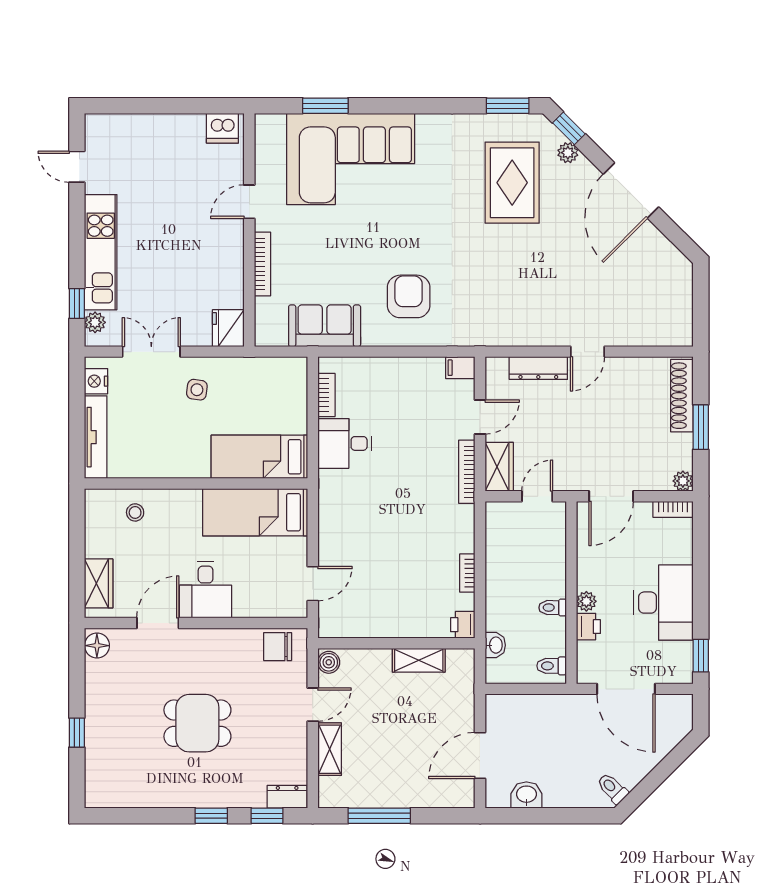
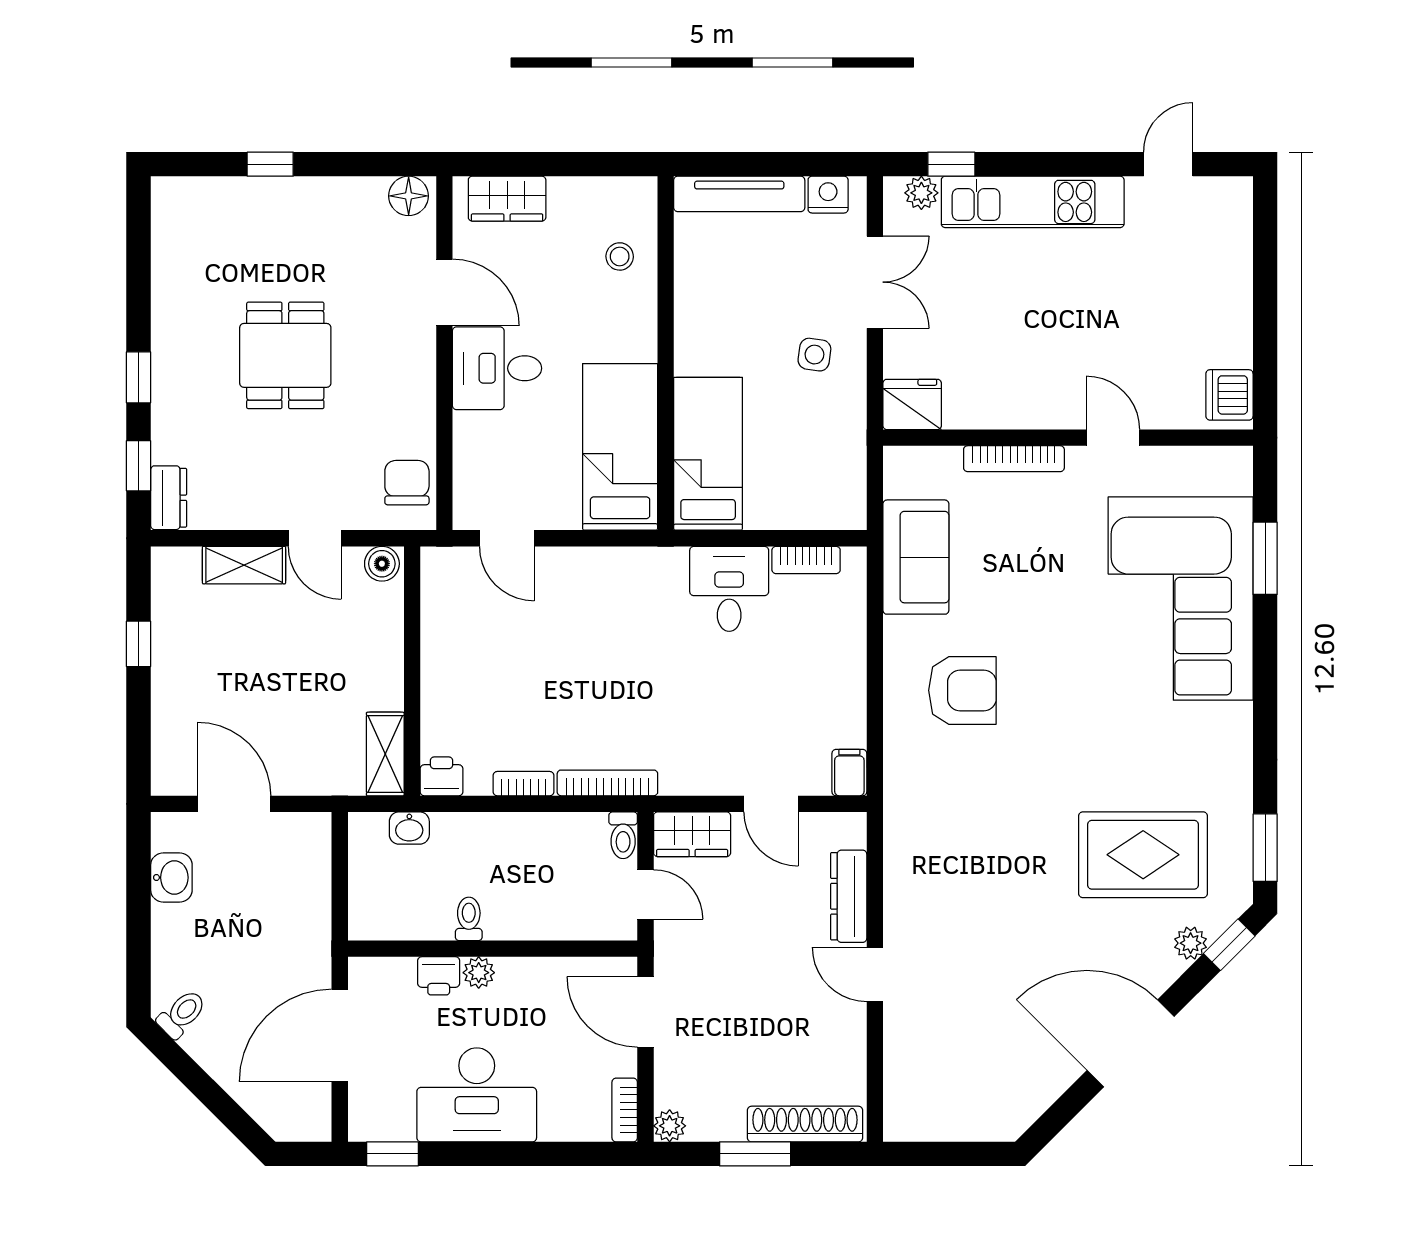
bookcase: (467, 472) -> (607, 783), moved
shelving: (419, 660) -> (385, 754), moved
toilet: (552, 666) -> (623, 835), moved, turned 180
window: (379, 816) -> (139, 644), width x0.46

